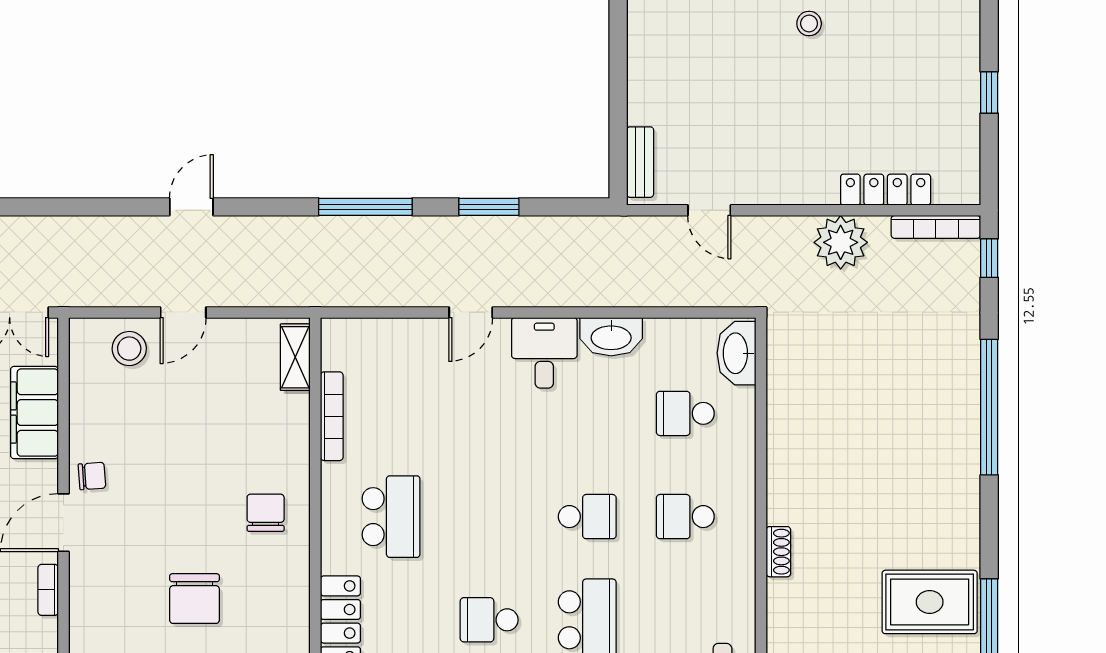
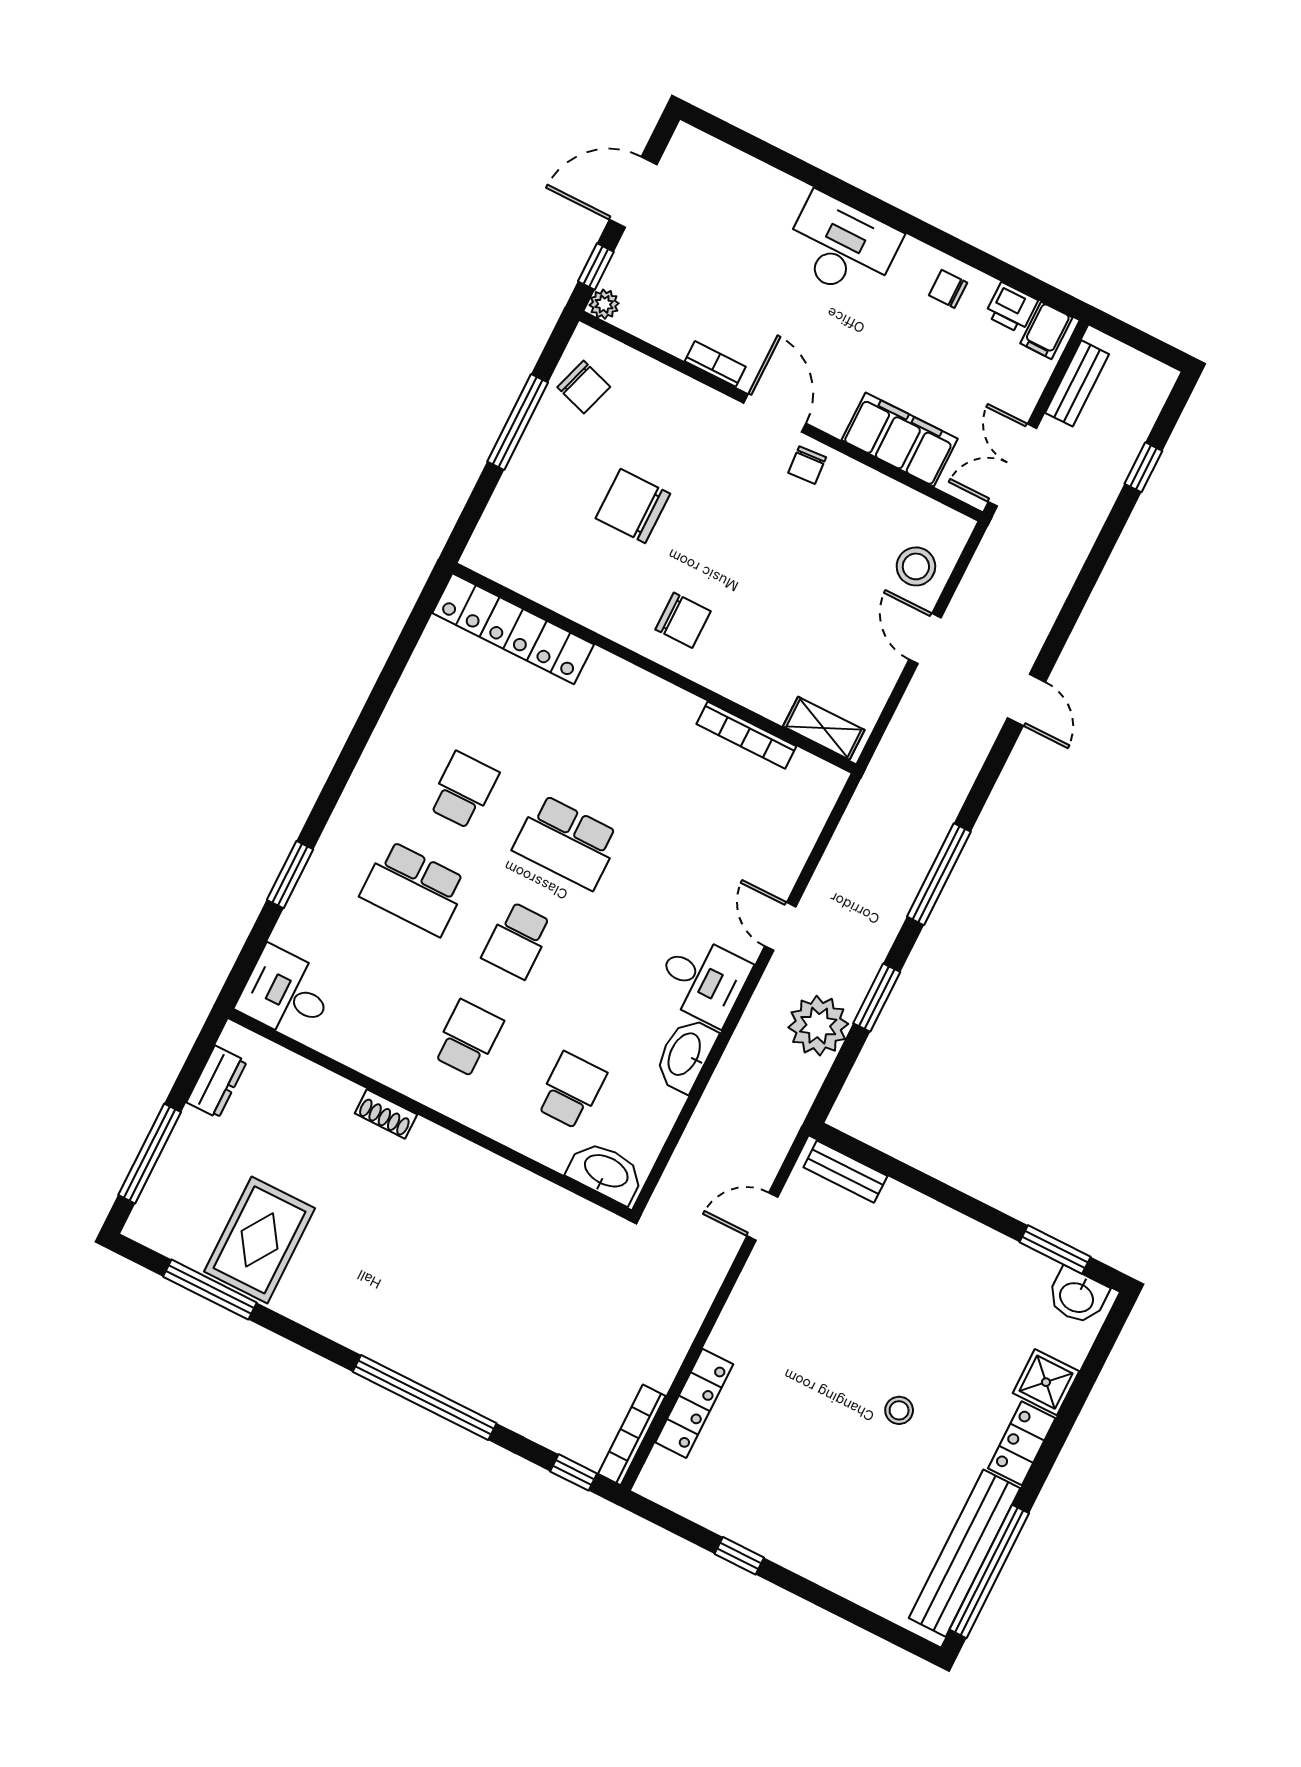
plant: (841, 242) -> (818, 1026), moved
school desk: (391, 517) -> (567, 842), moved

